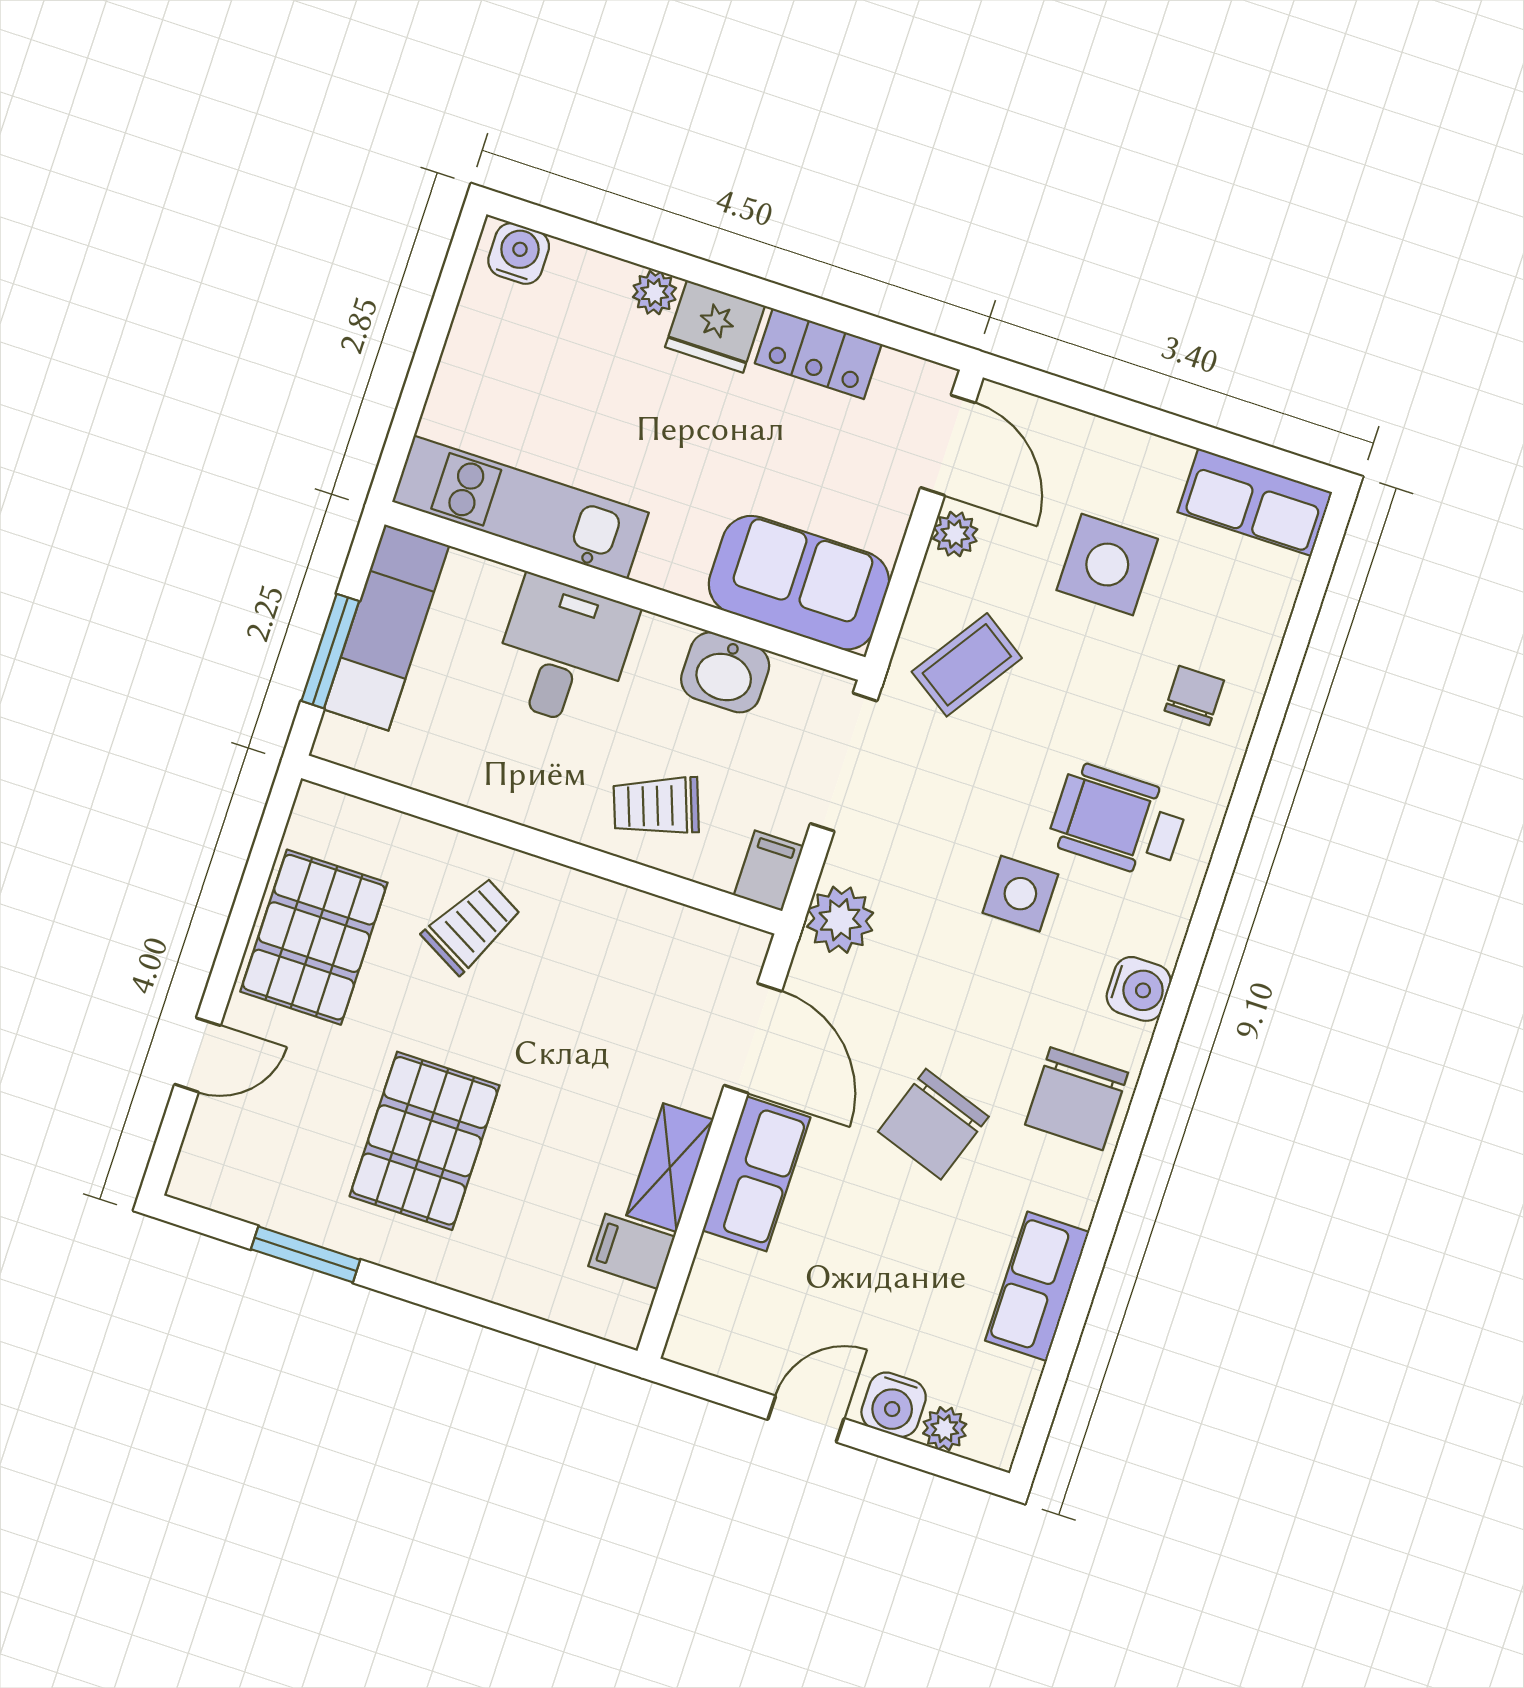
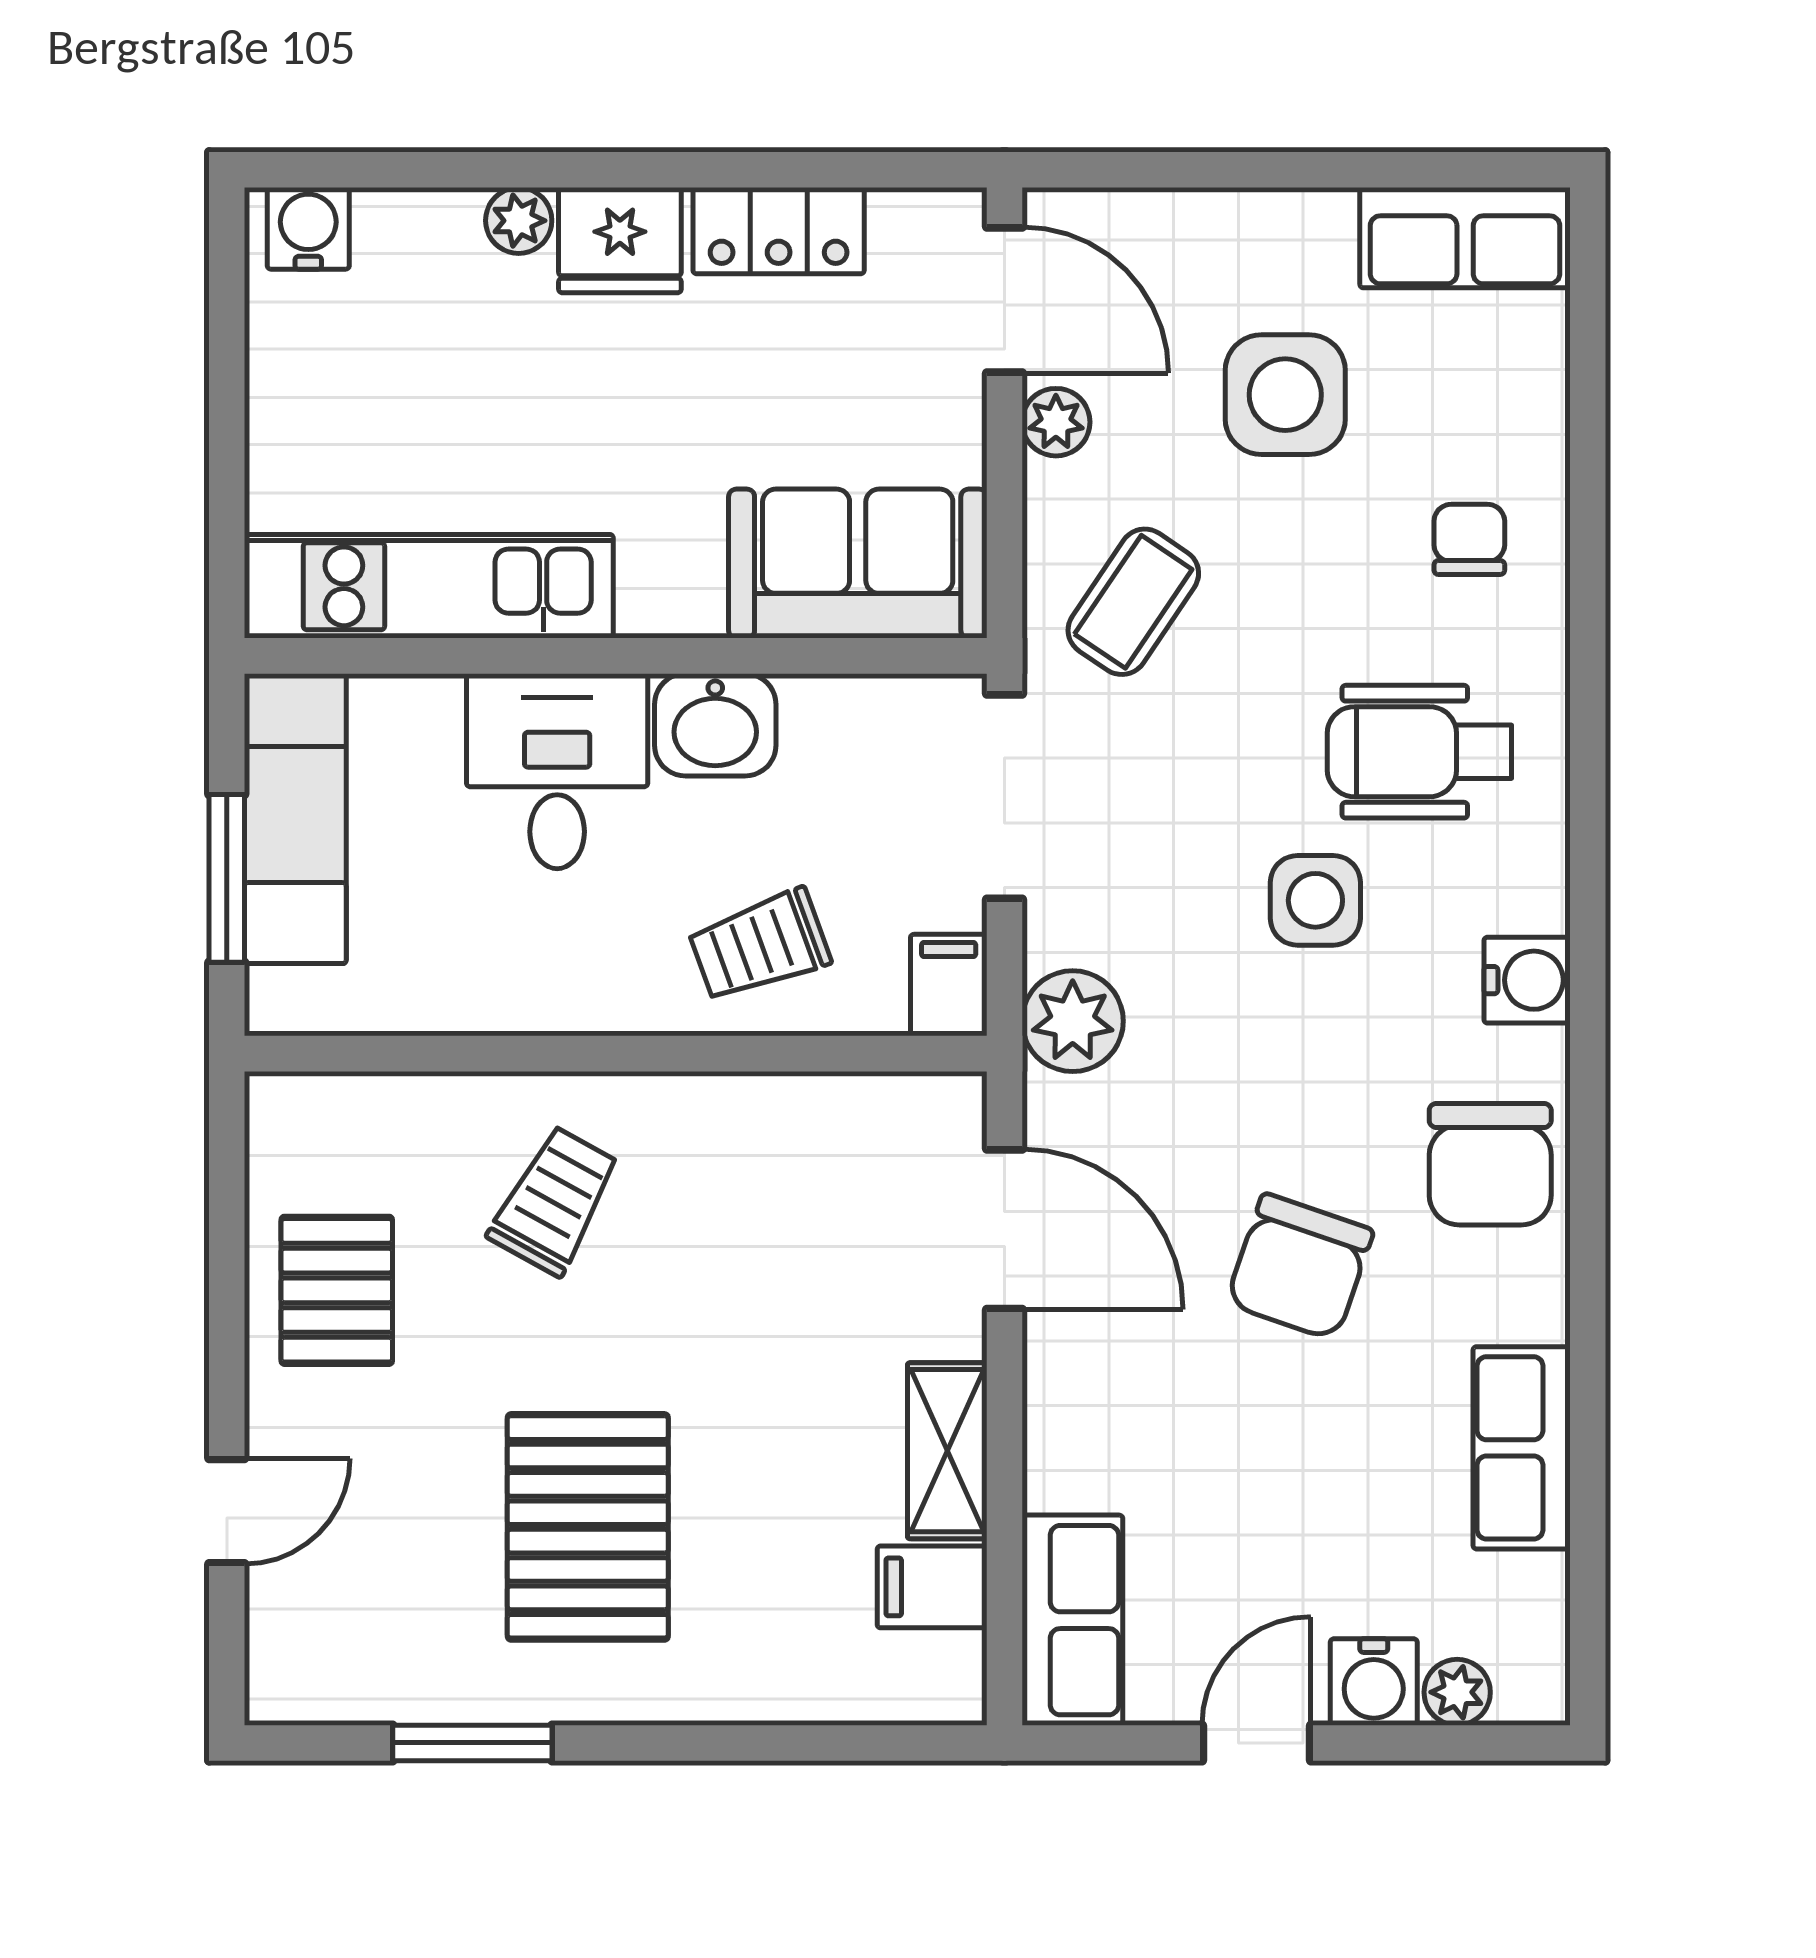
washbasin: (725, 672) -> (715, 725), moved
pallet: (314, 937) -> (337, 1290), width x0.67, depth x0.71
row of seats: (756, 1174) -> (1072, 1620), moved

